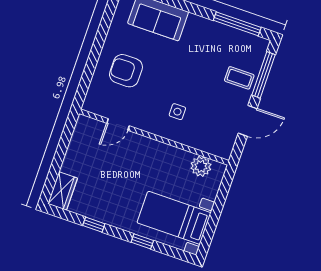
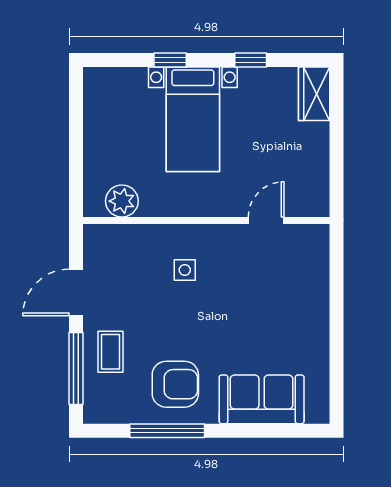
window: (237, 24) -> (167, 431), moved
armchair: (126, 71) -> (175, 384), moved
coffee table: (239, 78) -> (111, 352), turned 90
bed with nightstands: (174, 218) -> (193, 119), moved, turned 90

